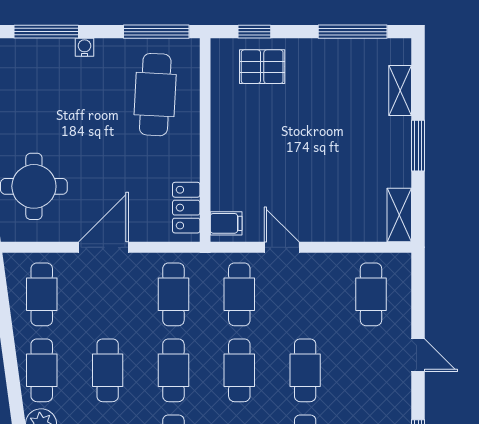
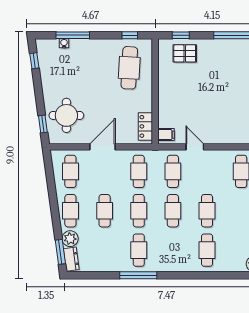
window: (156, 32) -> (130, 35), width x0.46
water cooler: (85, 47) -> (64, 43), moved

